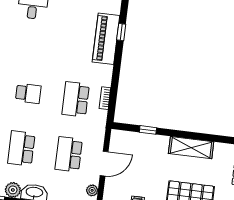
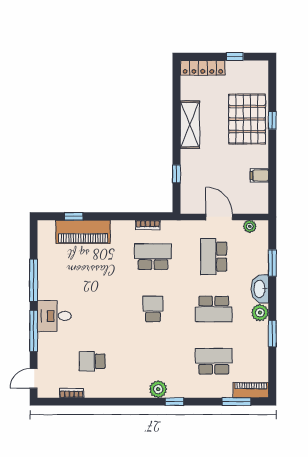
school desk: (76, 99) -> (153, 257), turned 180
school desk: (69, 154) -> (214, 257), turned 90

